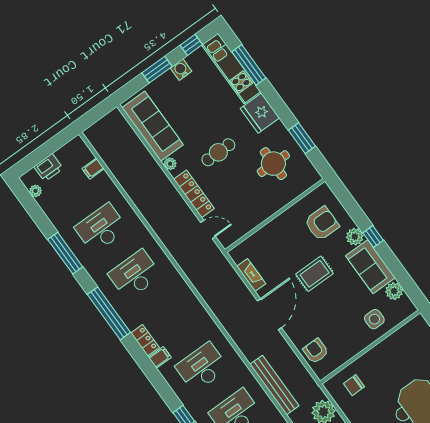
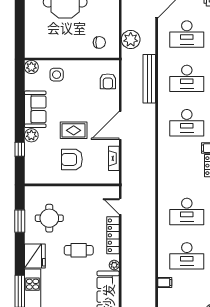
filing cabinet: (93, 169) -> (165, 282), moved
armchair: (322, 224) -> (72, 159), moved
window: (373, 237) -> (20, 149), moved
plant: (394, 291) -> (31, 67), moved

